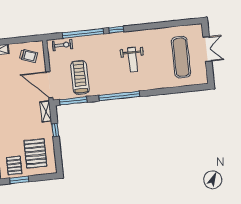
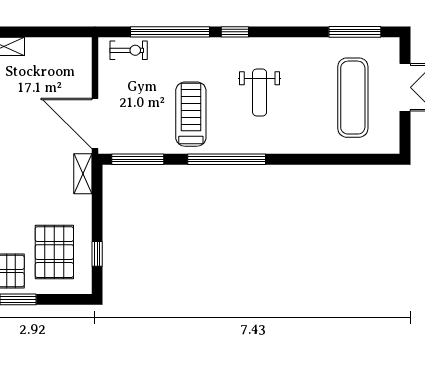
window: (178, 23) -> (355, 32), added
trolley: (29, 56) -> (61, 64), removed
treadmill: (80, 77) -> (191, 114), moved
window: (55, 130) -> (97, 254), moved

